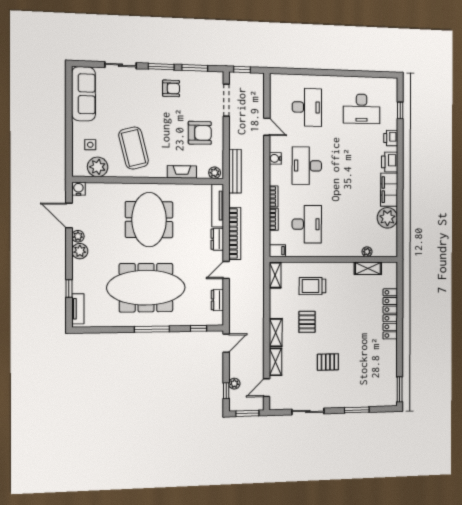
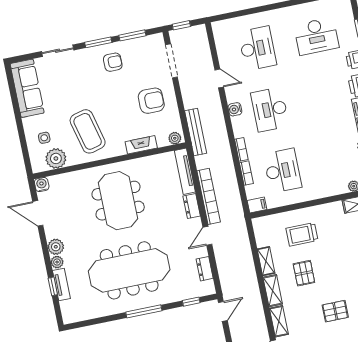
plant: (78, 236) -> (57, 262), moved
shelving: (275, 275) -> (266, 261), moved
tv unit: (78, 309) -> (61, 284), moved

